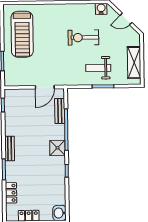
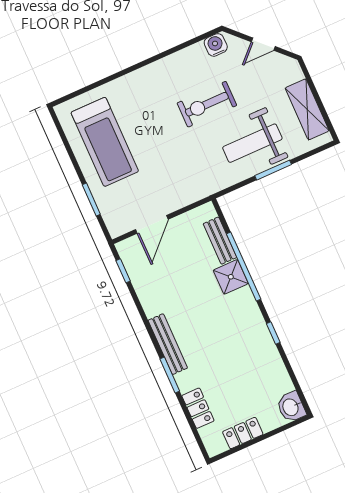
weight bench: (98, 68) -> (252, 143), width x1.36, depth x1.33
door: (45, 87) -> (152, 224), moved
bench: (10, 148) -> (168, 344), width x1.36
shower: (57, 148) -> (231, 277), moved

